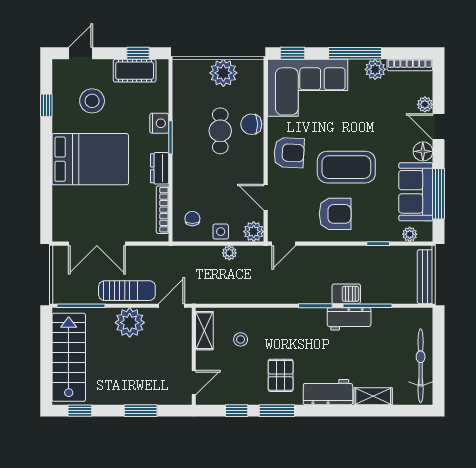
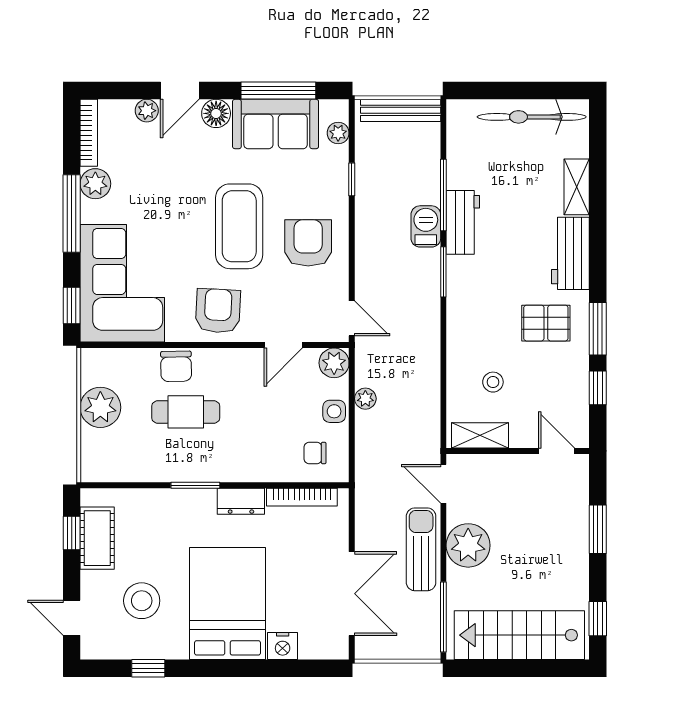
nightstand: (159, 123) -> (283, 646), moved, turned 180

